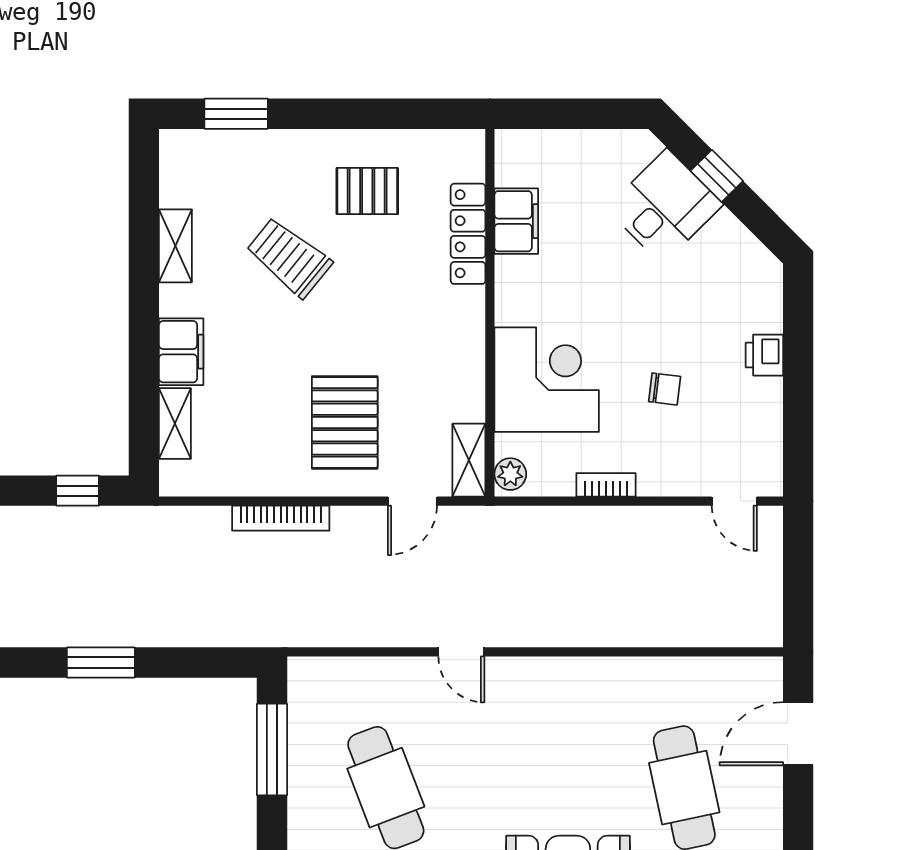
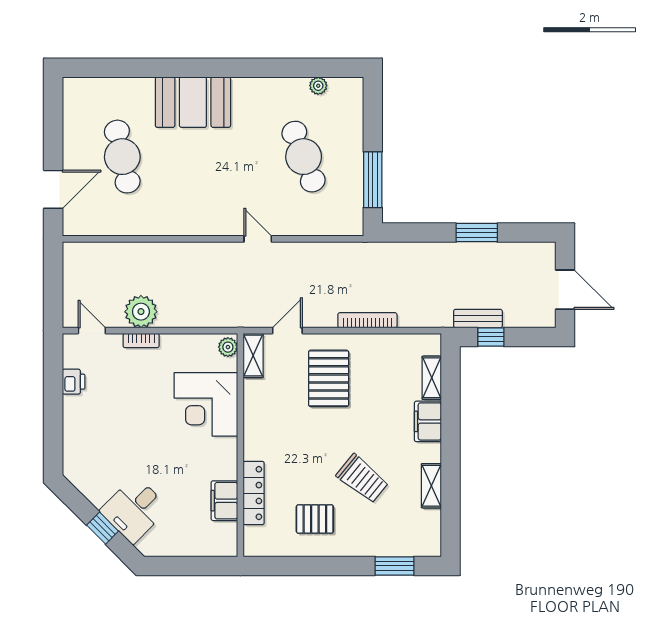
printer: (764, 355) -> (74, 382), moved
chair: (665, 389) -> (134, 399), removed
bookcase: (606, 485) -> (141, 341), moved
bench: (99, 521) -> (478, 319), added
plant: (654, 532) -> (141, 312), added

